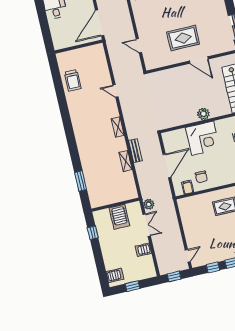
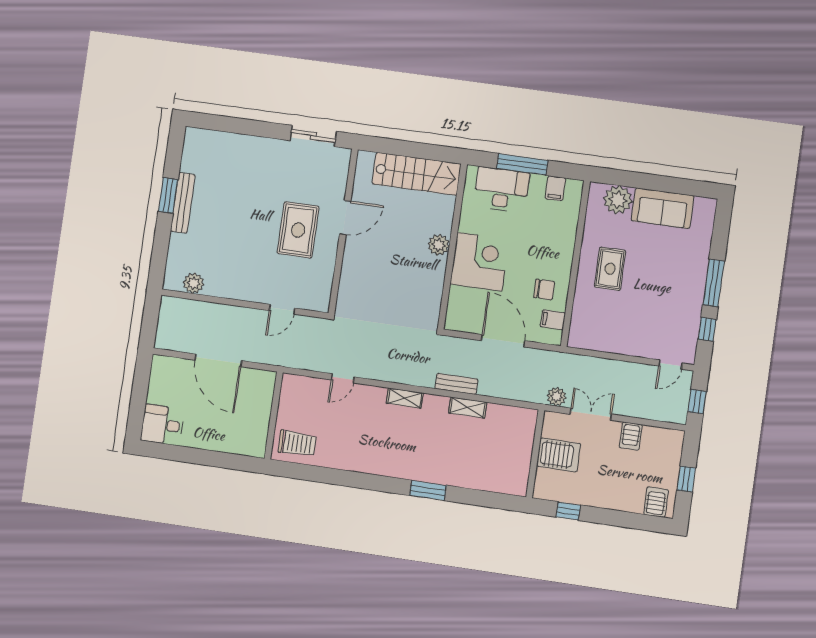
wall: (79, 47) -> (274, 416), moved
window: (81, 181) -> (428, 490), moved
door: (188, 256) -> (670, 365), swing flipped

